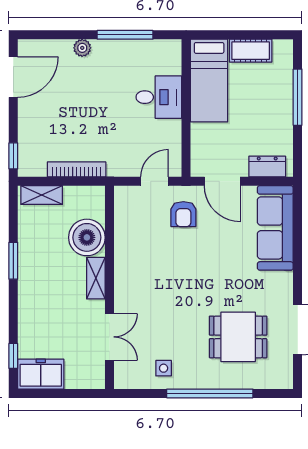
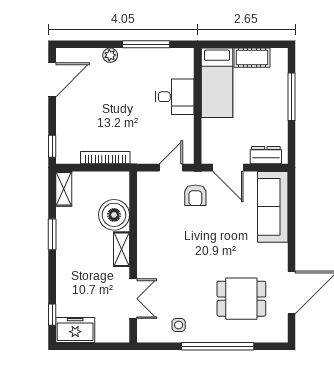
shelving: (42, 195) -> (64, 189), moved, turned 90

